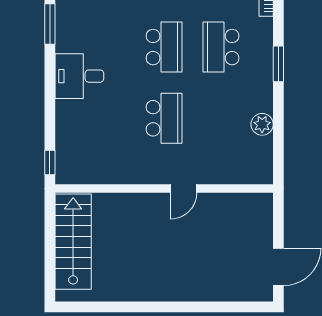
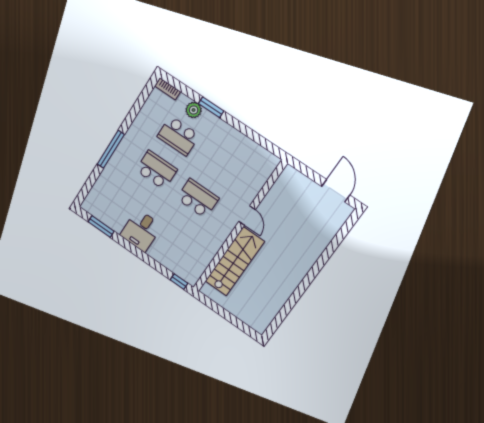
plant: (262, 124) -> (194, 110), moved
stairs: (73, 242) -> (235, 261), moved, turned 90

